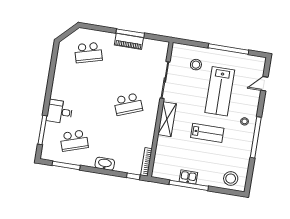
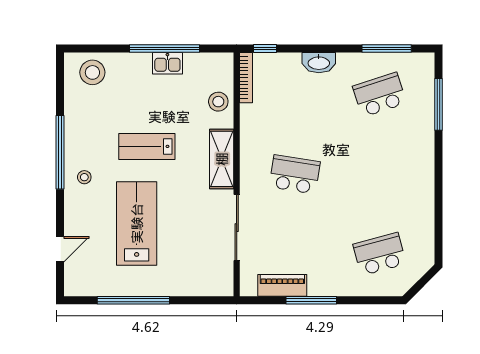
piano: (129, 41) -> (282, 285), moved
stool: (196, 65) -> (218, 102), moved
school desk: (128, 104) -> (295, 174), turned 30
desk: (60, 112) -> (413, 141), removed

